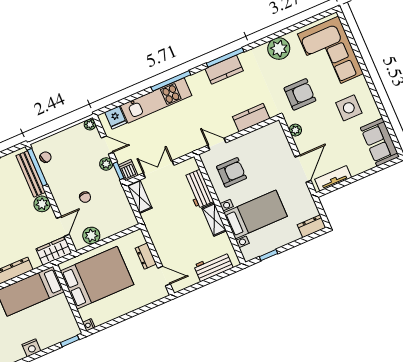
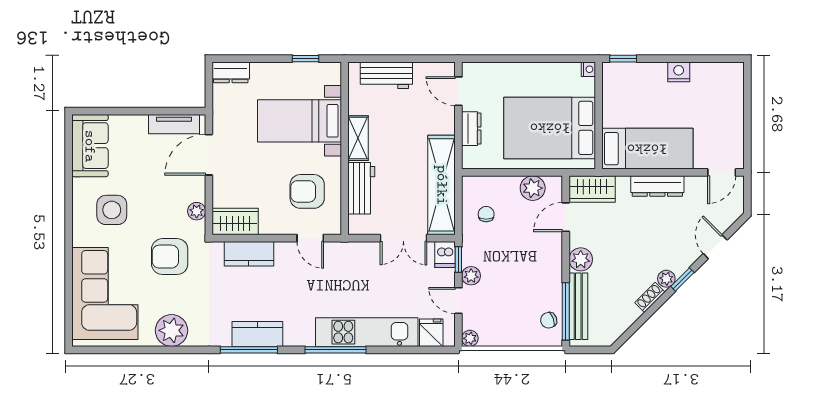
wardrobe: (268, 134) -> (235, 222), added
chair: (85, 197) -> (486, 214), moved
shelving: (140, 197) -> (442, 185), width x2.20, depth x1.33

